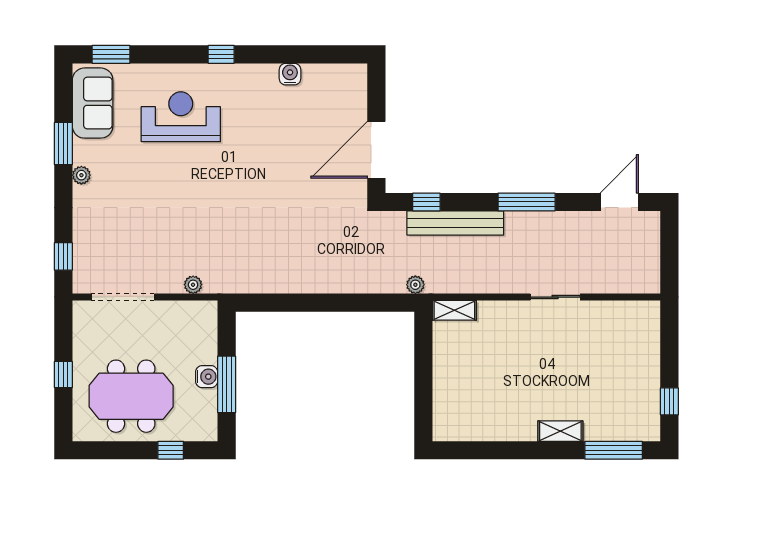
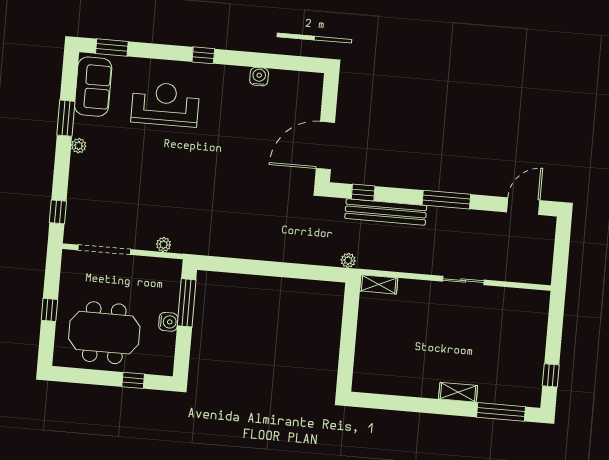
window: (227, 384) -> (187, 303), moved

